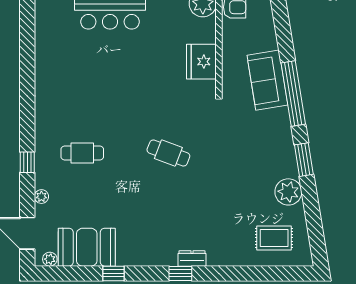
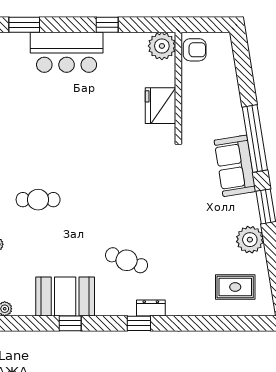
sofa: (267, 80) -> (235, 166), moved
cafe table: (168, 153) -> (127, 260), moved
booth: (87, 247) -> (65, 296), moved

